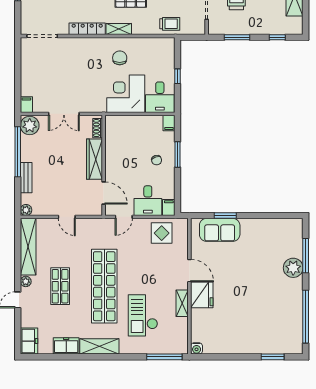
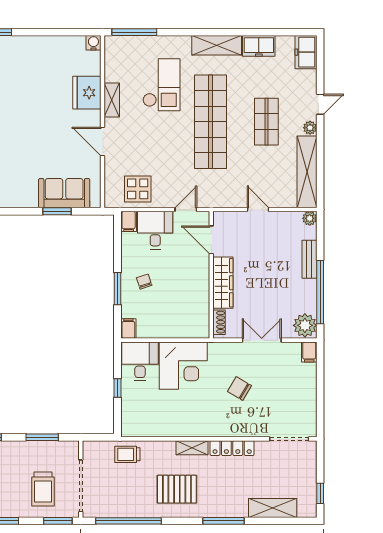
chair: (120, 58) -> (239, 389), moved, turned 121
fridge: (202, 295) -> (87, 93), moved

